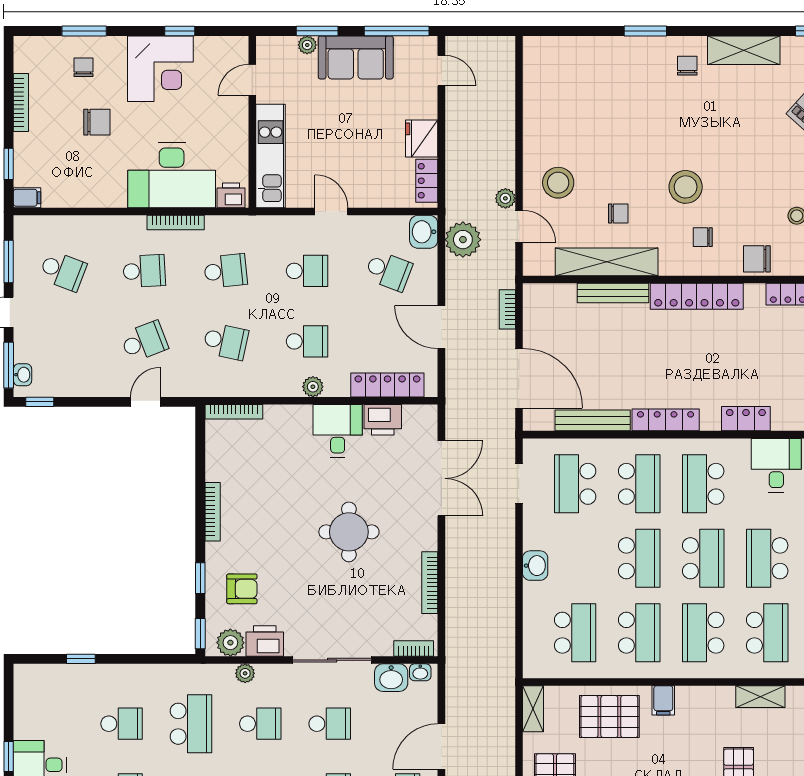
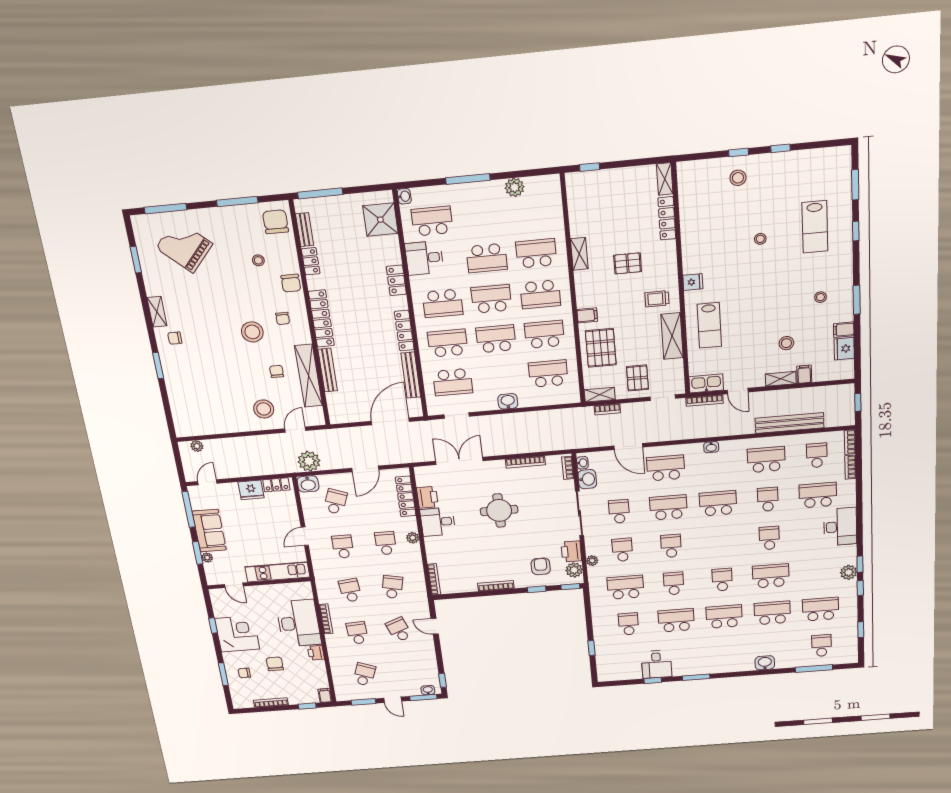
shelving: (744, 50) -> (157, 312), width x0.67, depth x0.75
printer: (231, 195) -> (316, 653), moved
plant: (505, 198) -> (197, 446), moved
bookcase: (507, 309) -> (607, 409), moved

